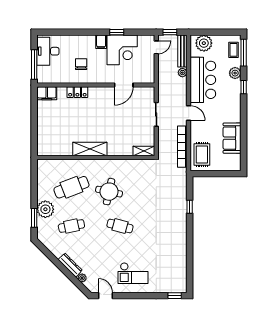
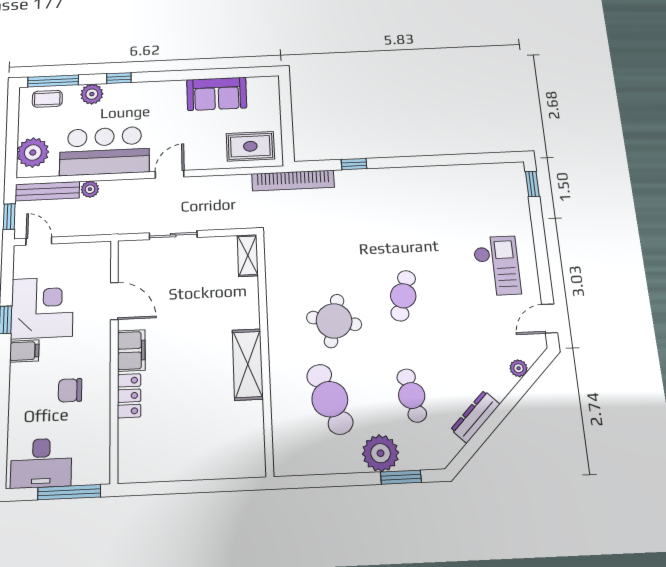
filing cabinet: (47, 93) -> (131, 351), moved
bookcase: (182, 147) -> (293, 180), moved
dresser: (70, 265) -> (475, 417), moved

